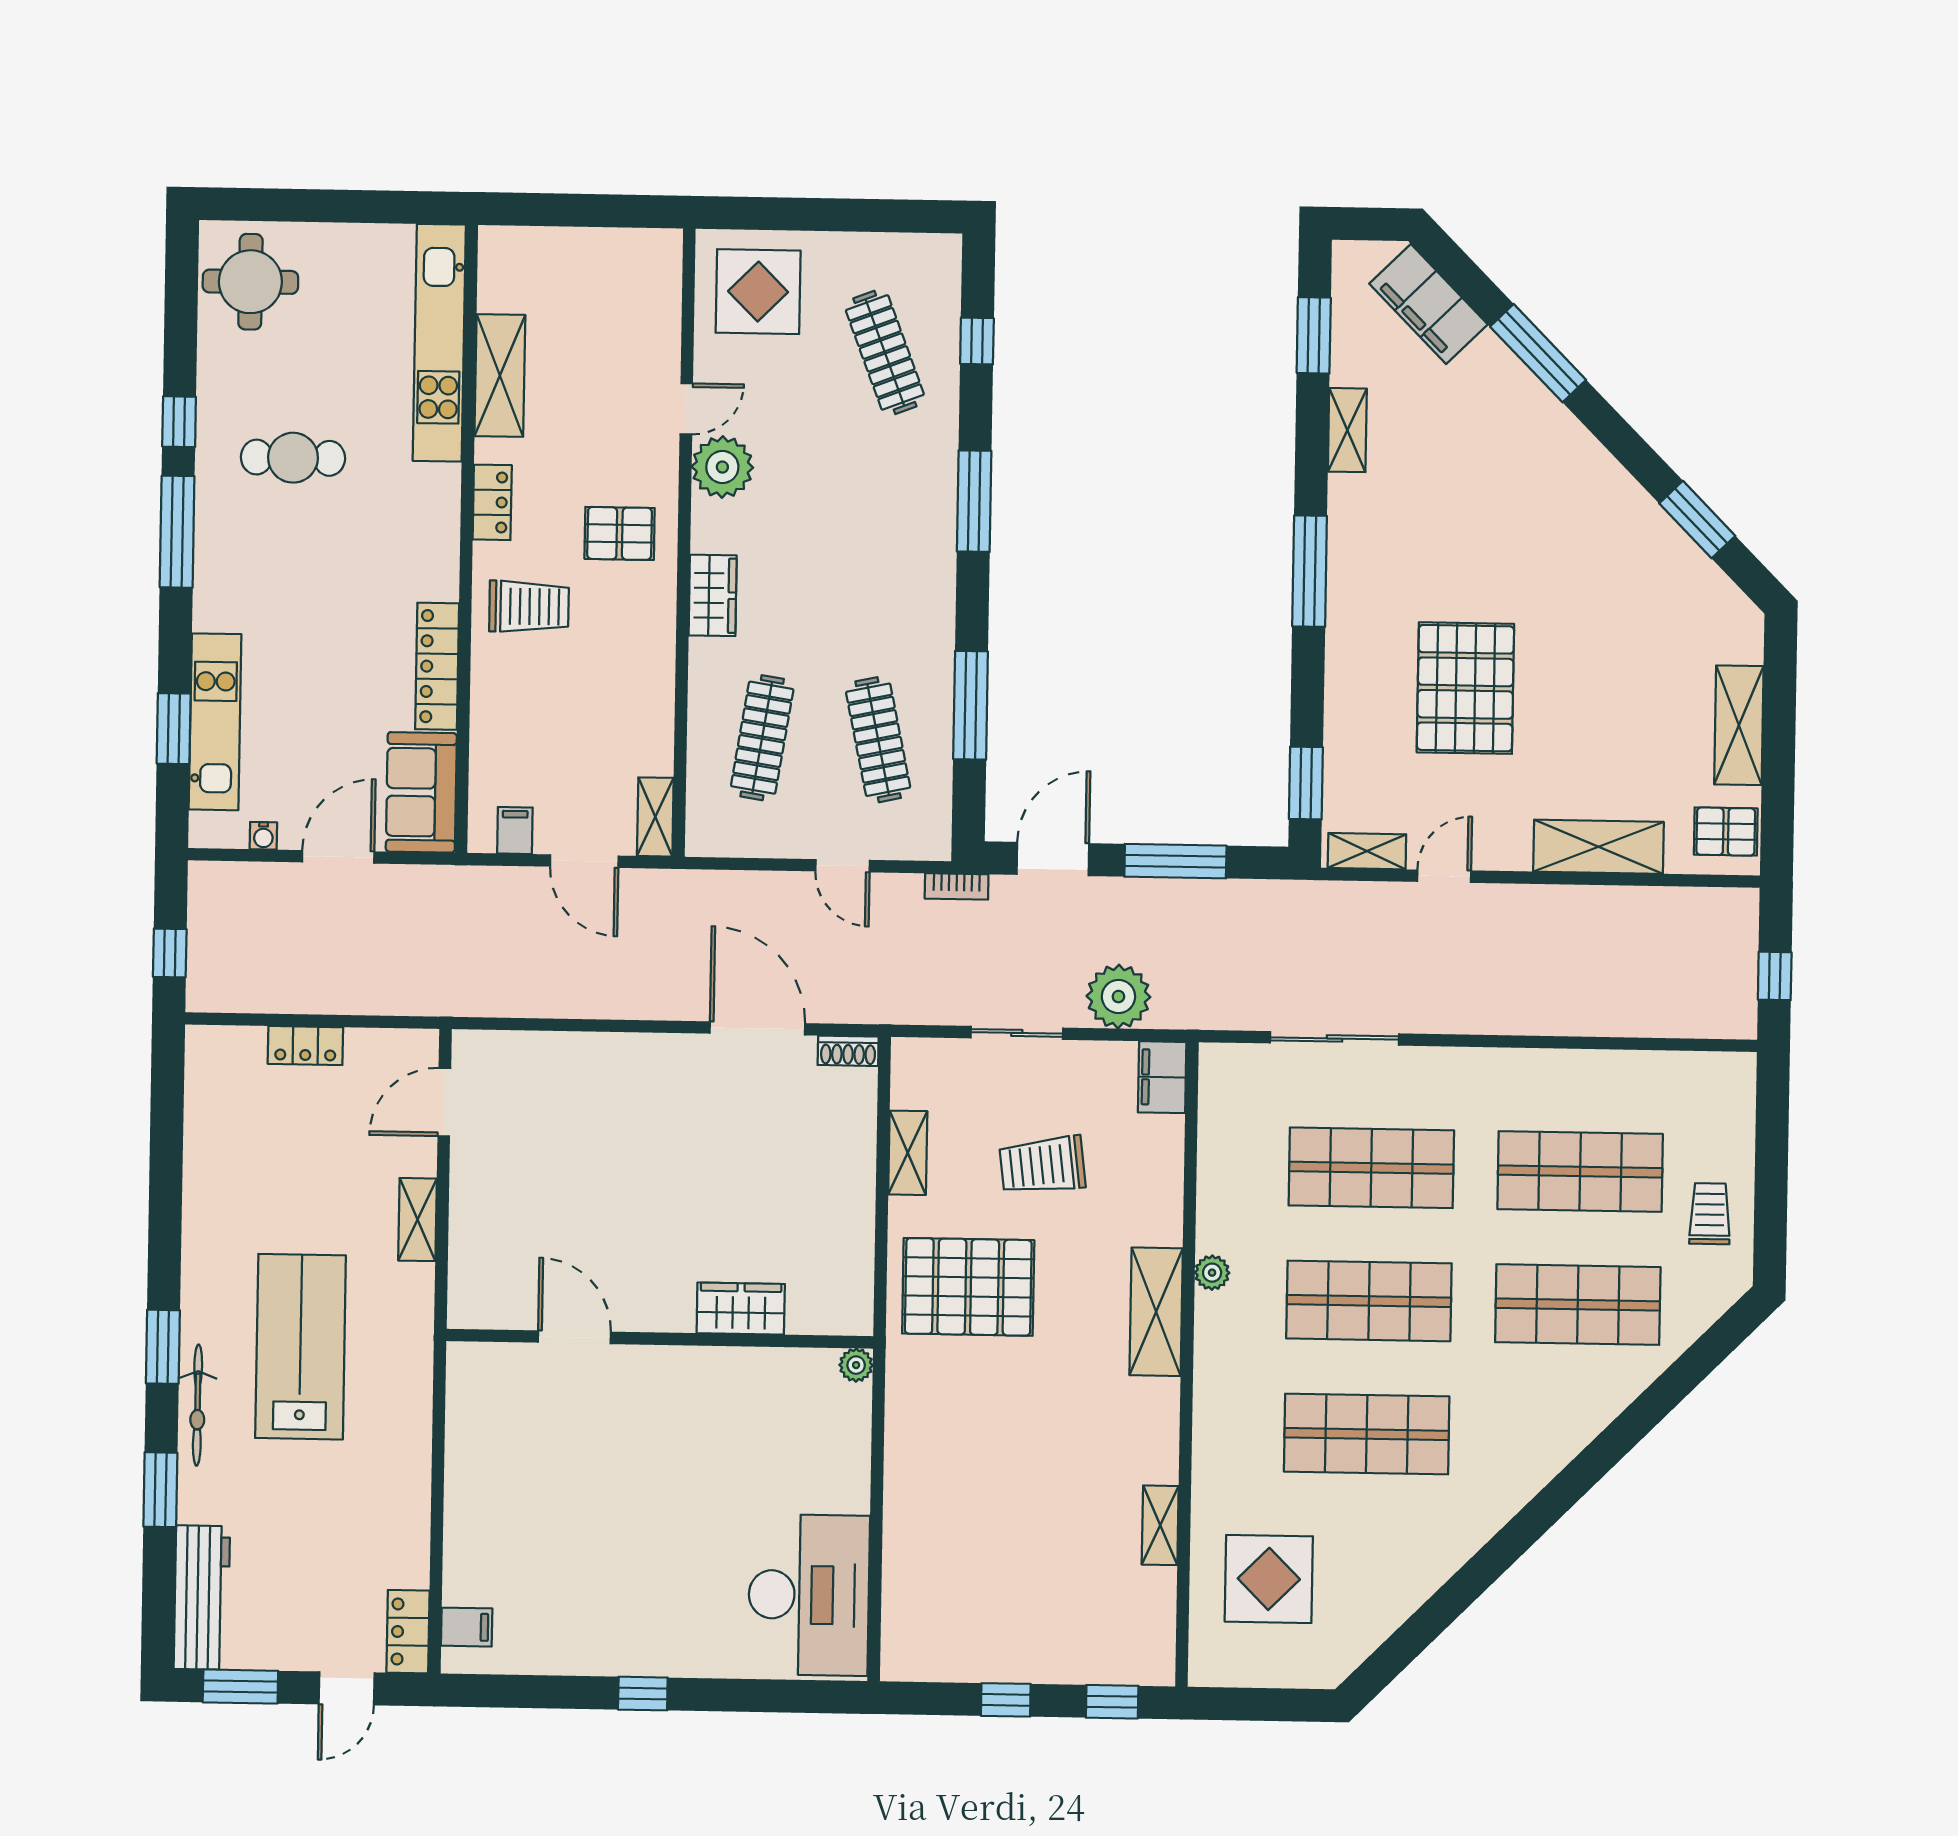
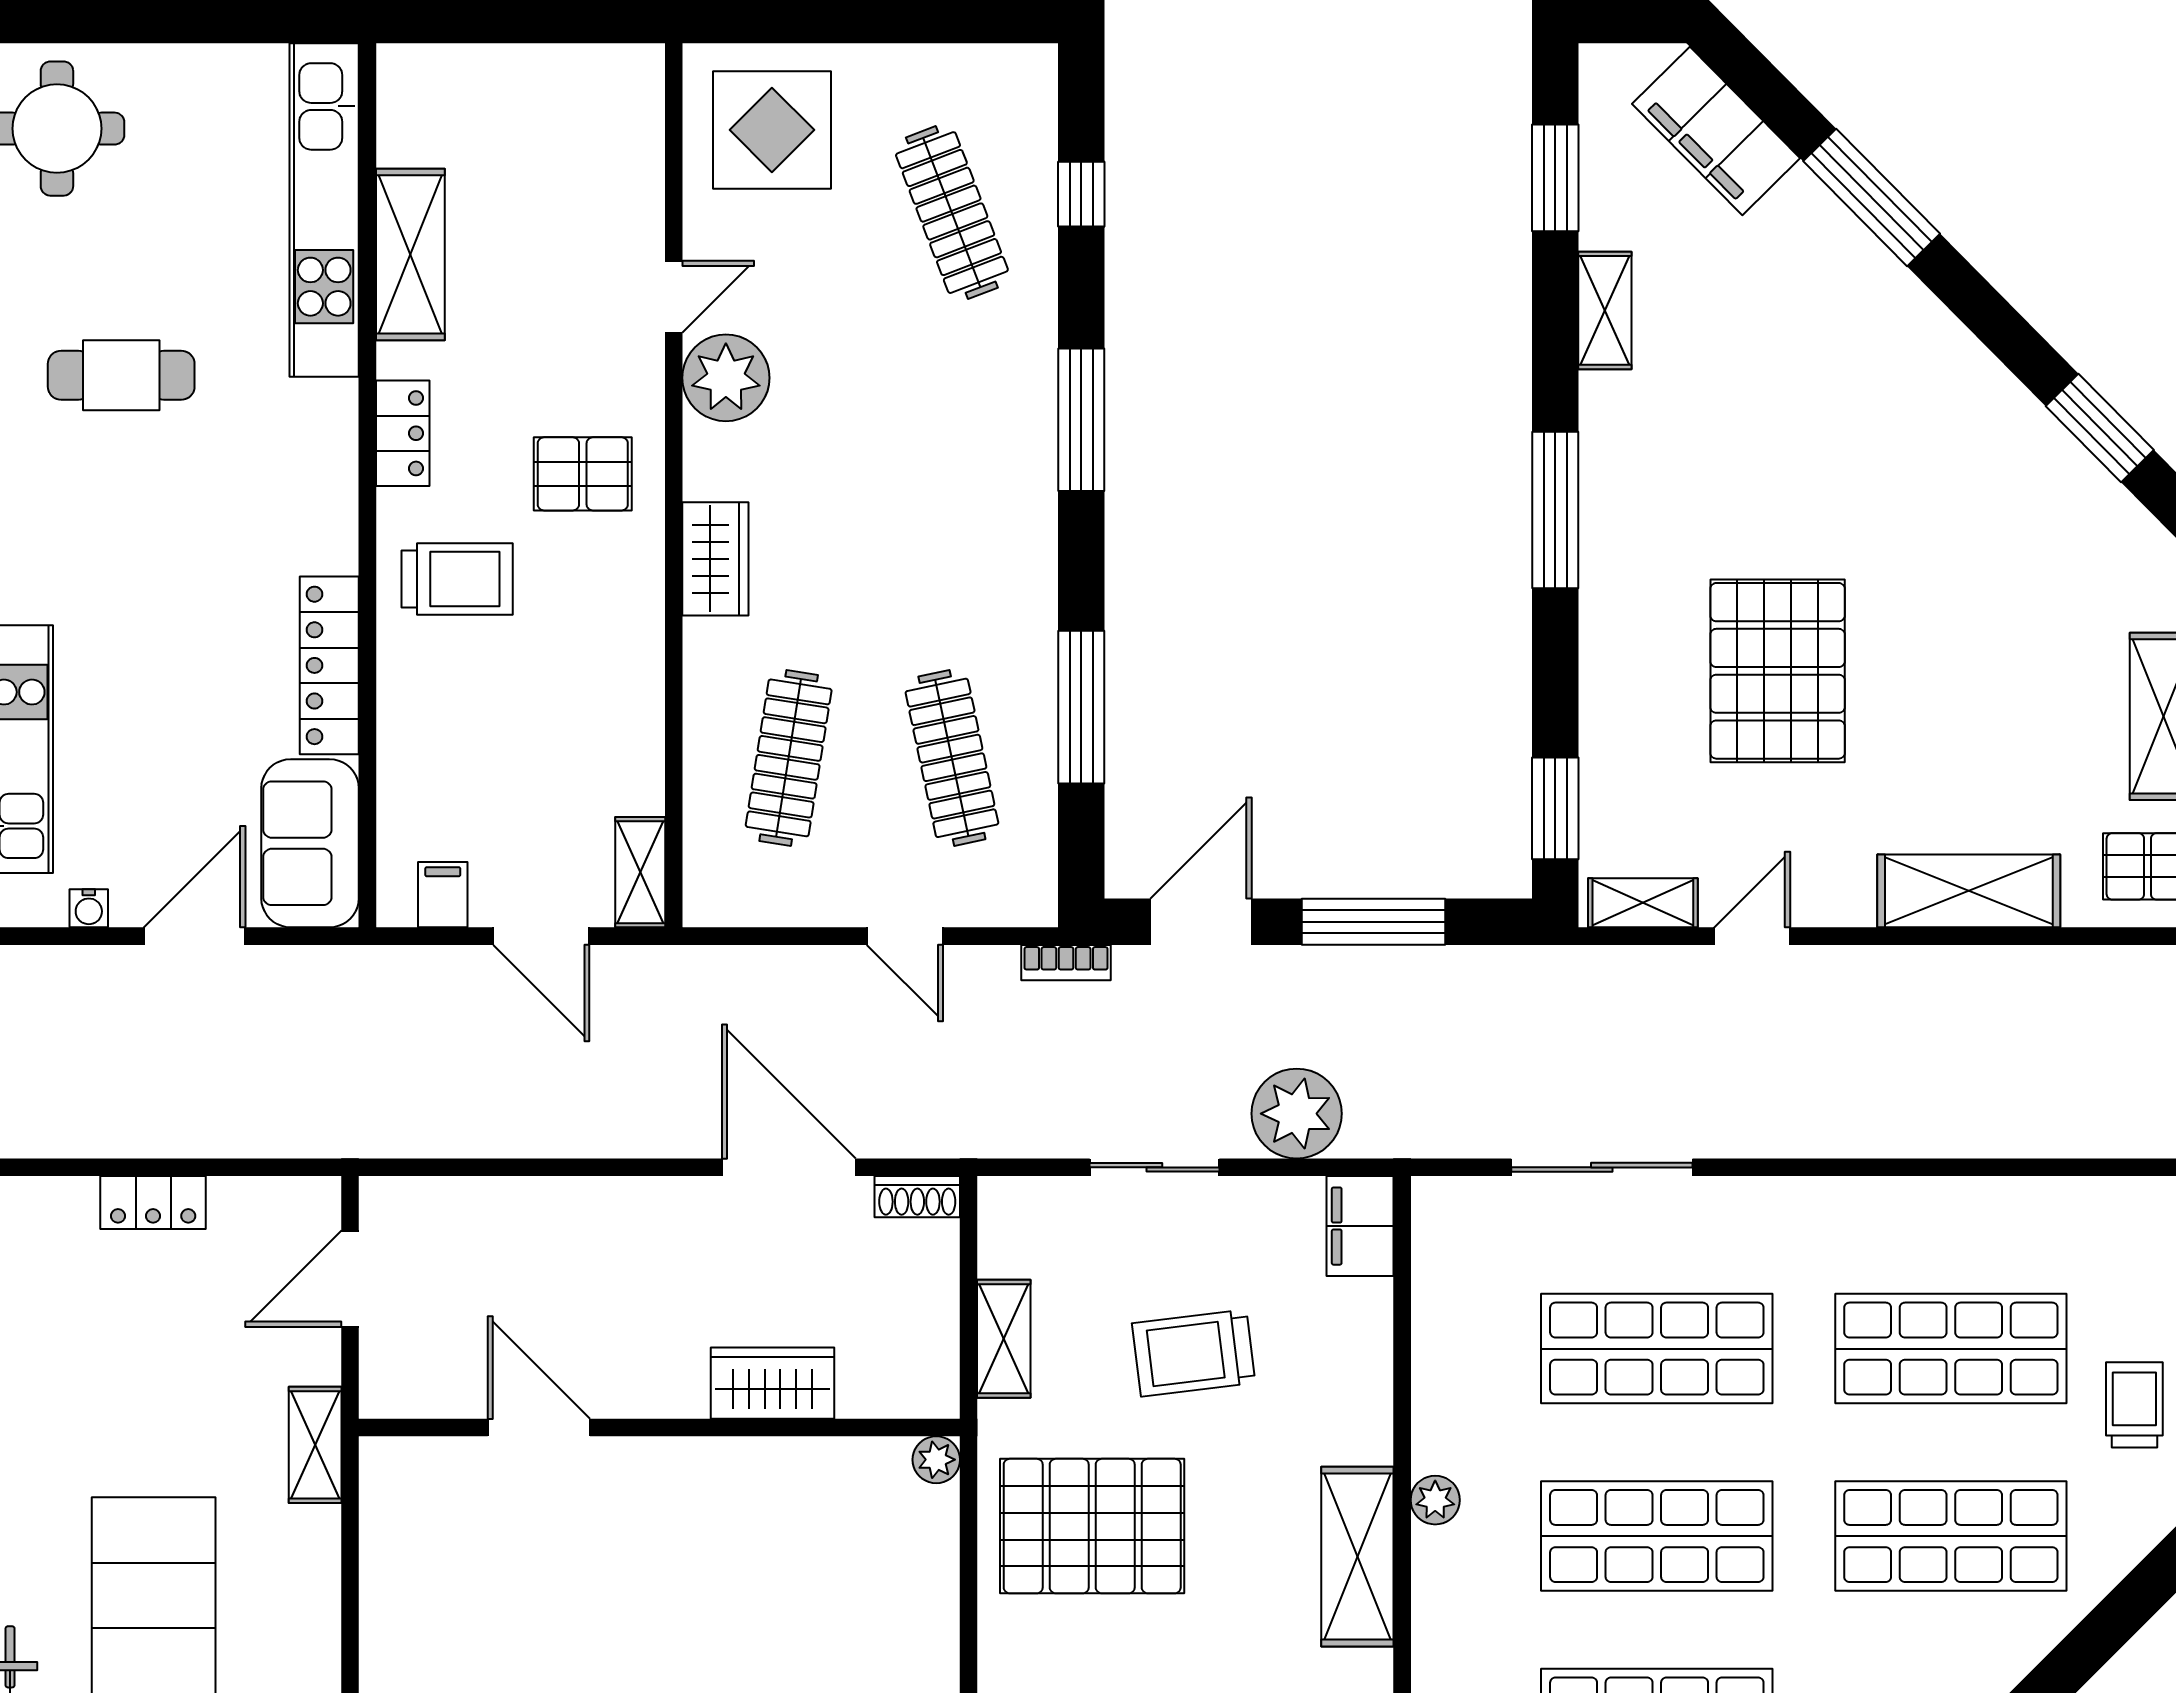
wardrobe: (741, 1309) -> (772, 1383), moved
door: (574, 1337) -> (539, 1427), moved
wall: (660, 1339) -> (659, 1427), moved
plant: (856, 1365) -> (936, 1460), moved

